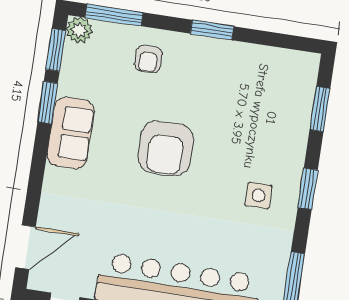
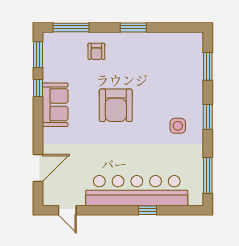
plant: (79, 30) -> (51, 40), removed
window: (48, 103) -> (38, 88), width x0.67
door: (26, 247) -> (38, 168), moved

